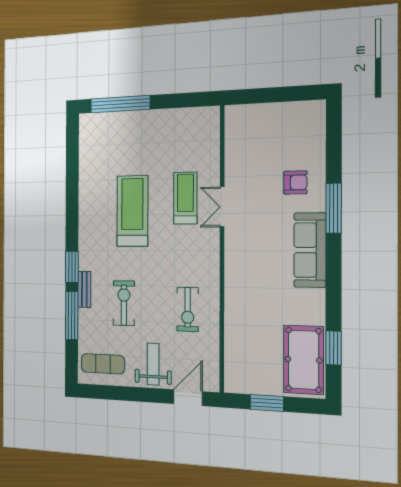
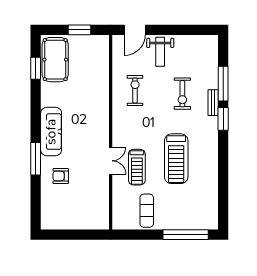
exercise mat: (103, 364) -> (147, 211), moved, turned 90

